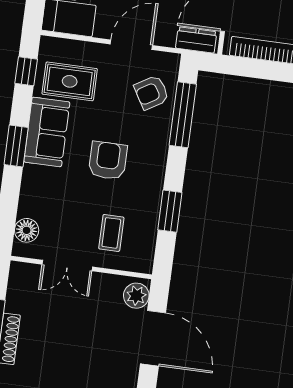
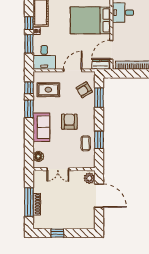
window: (183, 115) -> (99, 98), width x0.69
sofa: (47, 132) -> (41, 127), moved
window: (16, 146) -> (29, 109), moved
coffee table: (111, 233) -> (86, 143), moved

